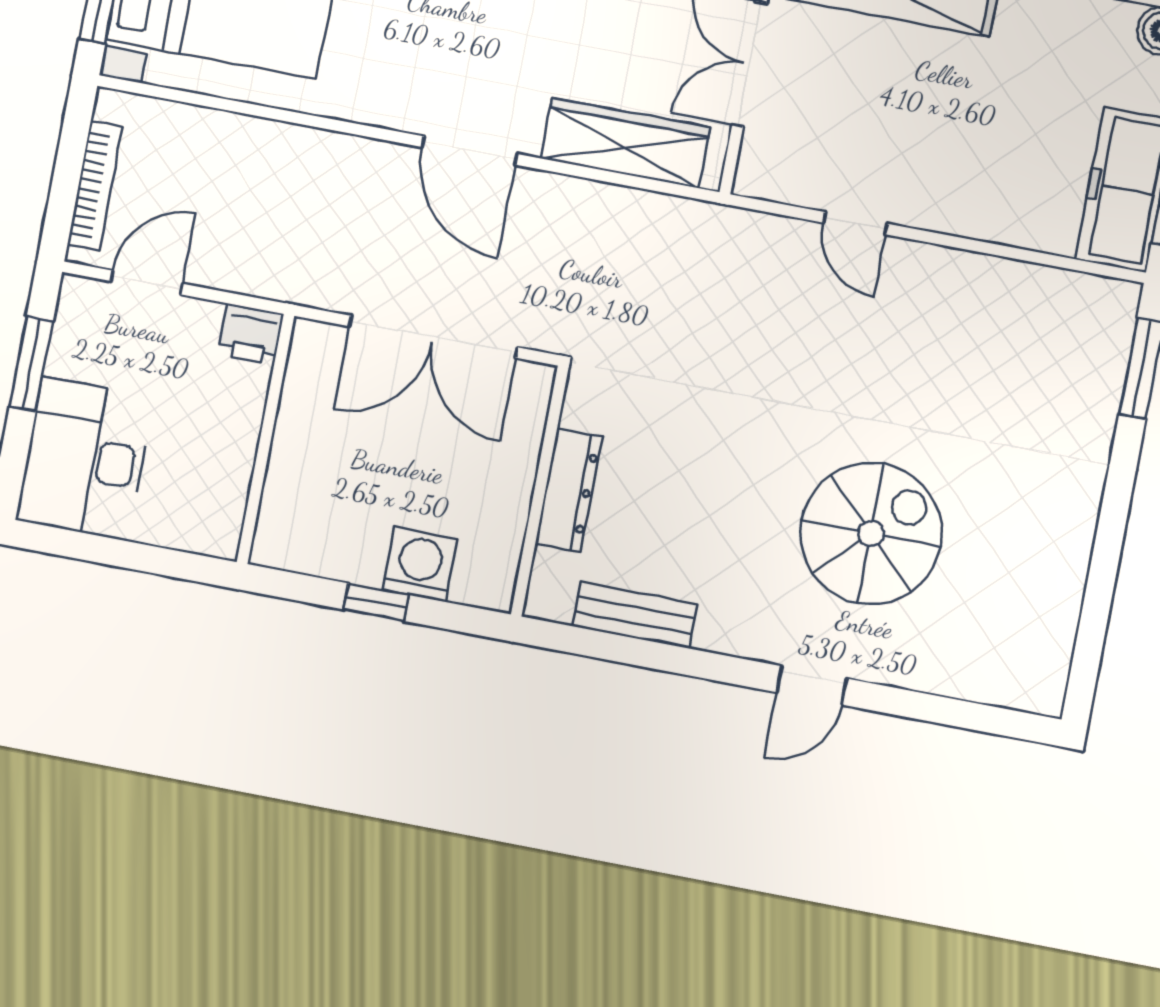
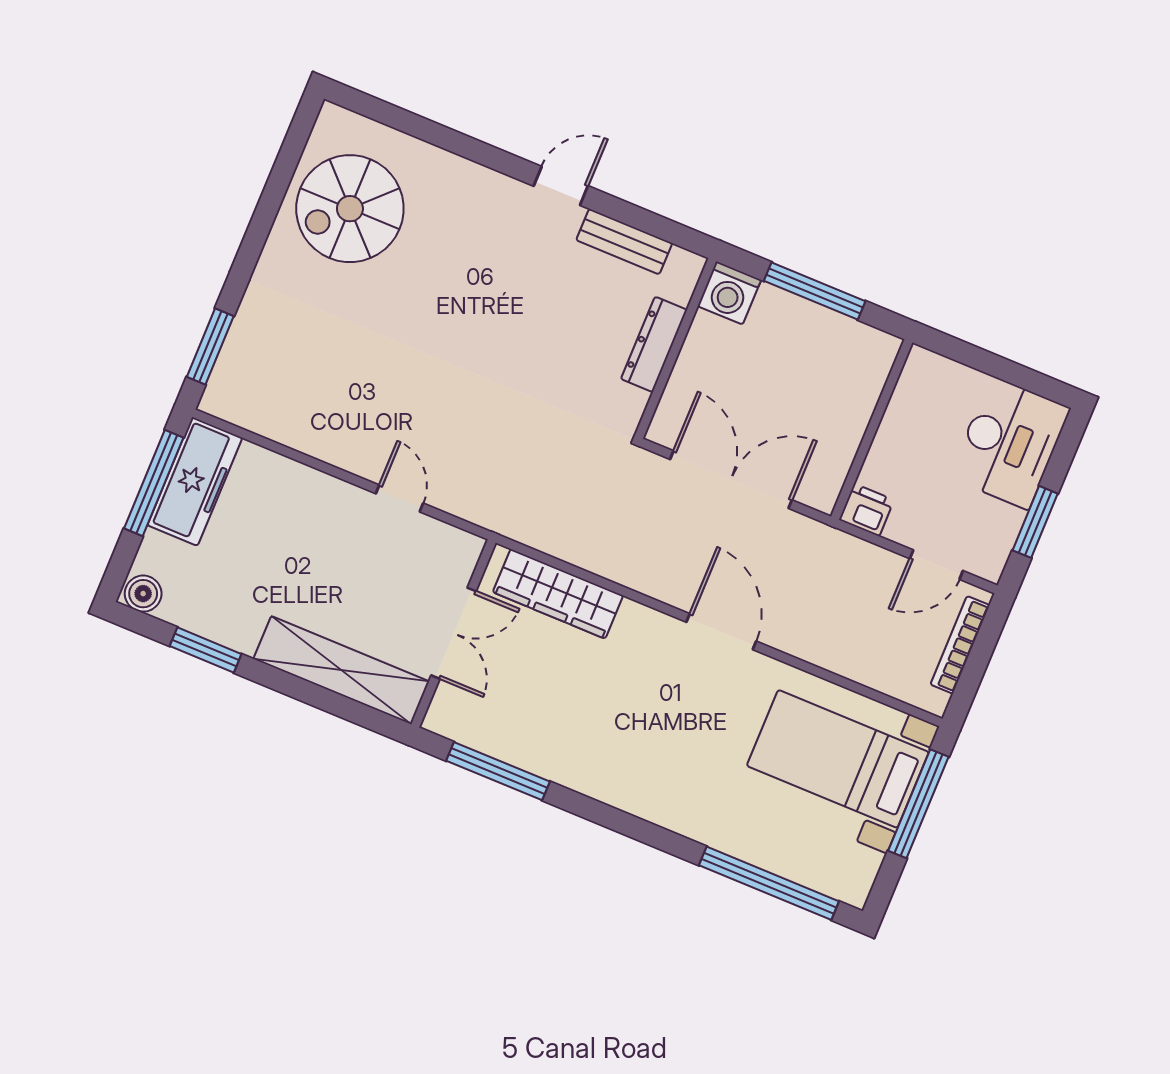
door: (470, 151) -> (721, 632), moved
spiral stairs: (871, 533) -> (350, 209), moved
washing machine: (420, 564) -> (729, 293), moved
window: (376, 602) -> (815, 291), width x2.17
door: (812, 685) -> (561, 186), moved

